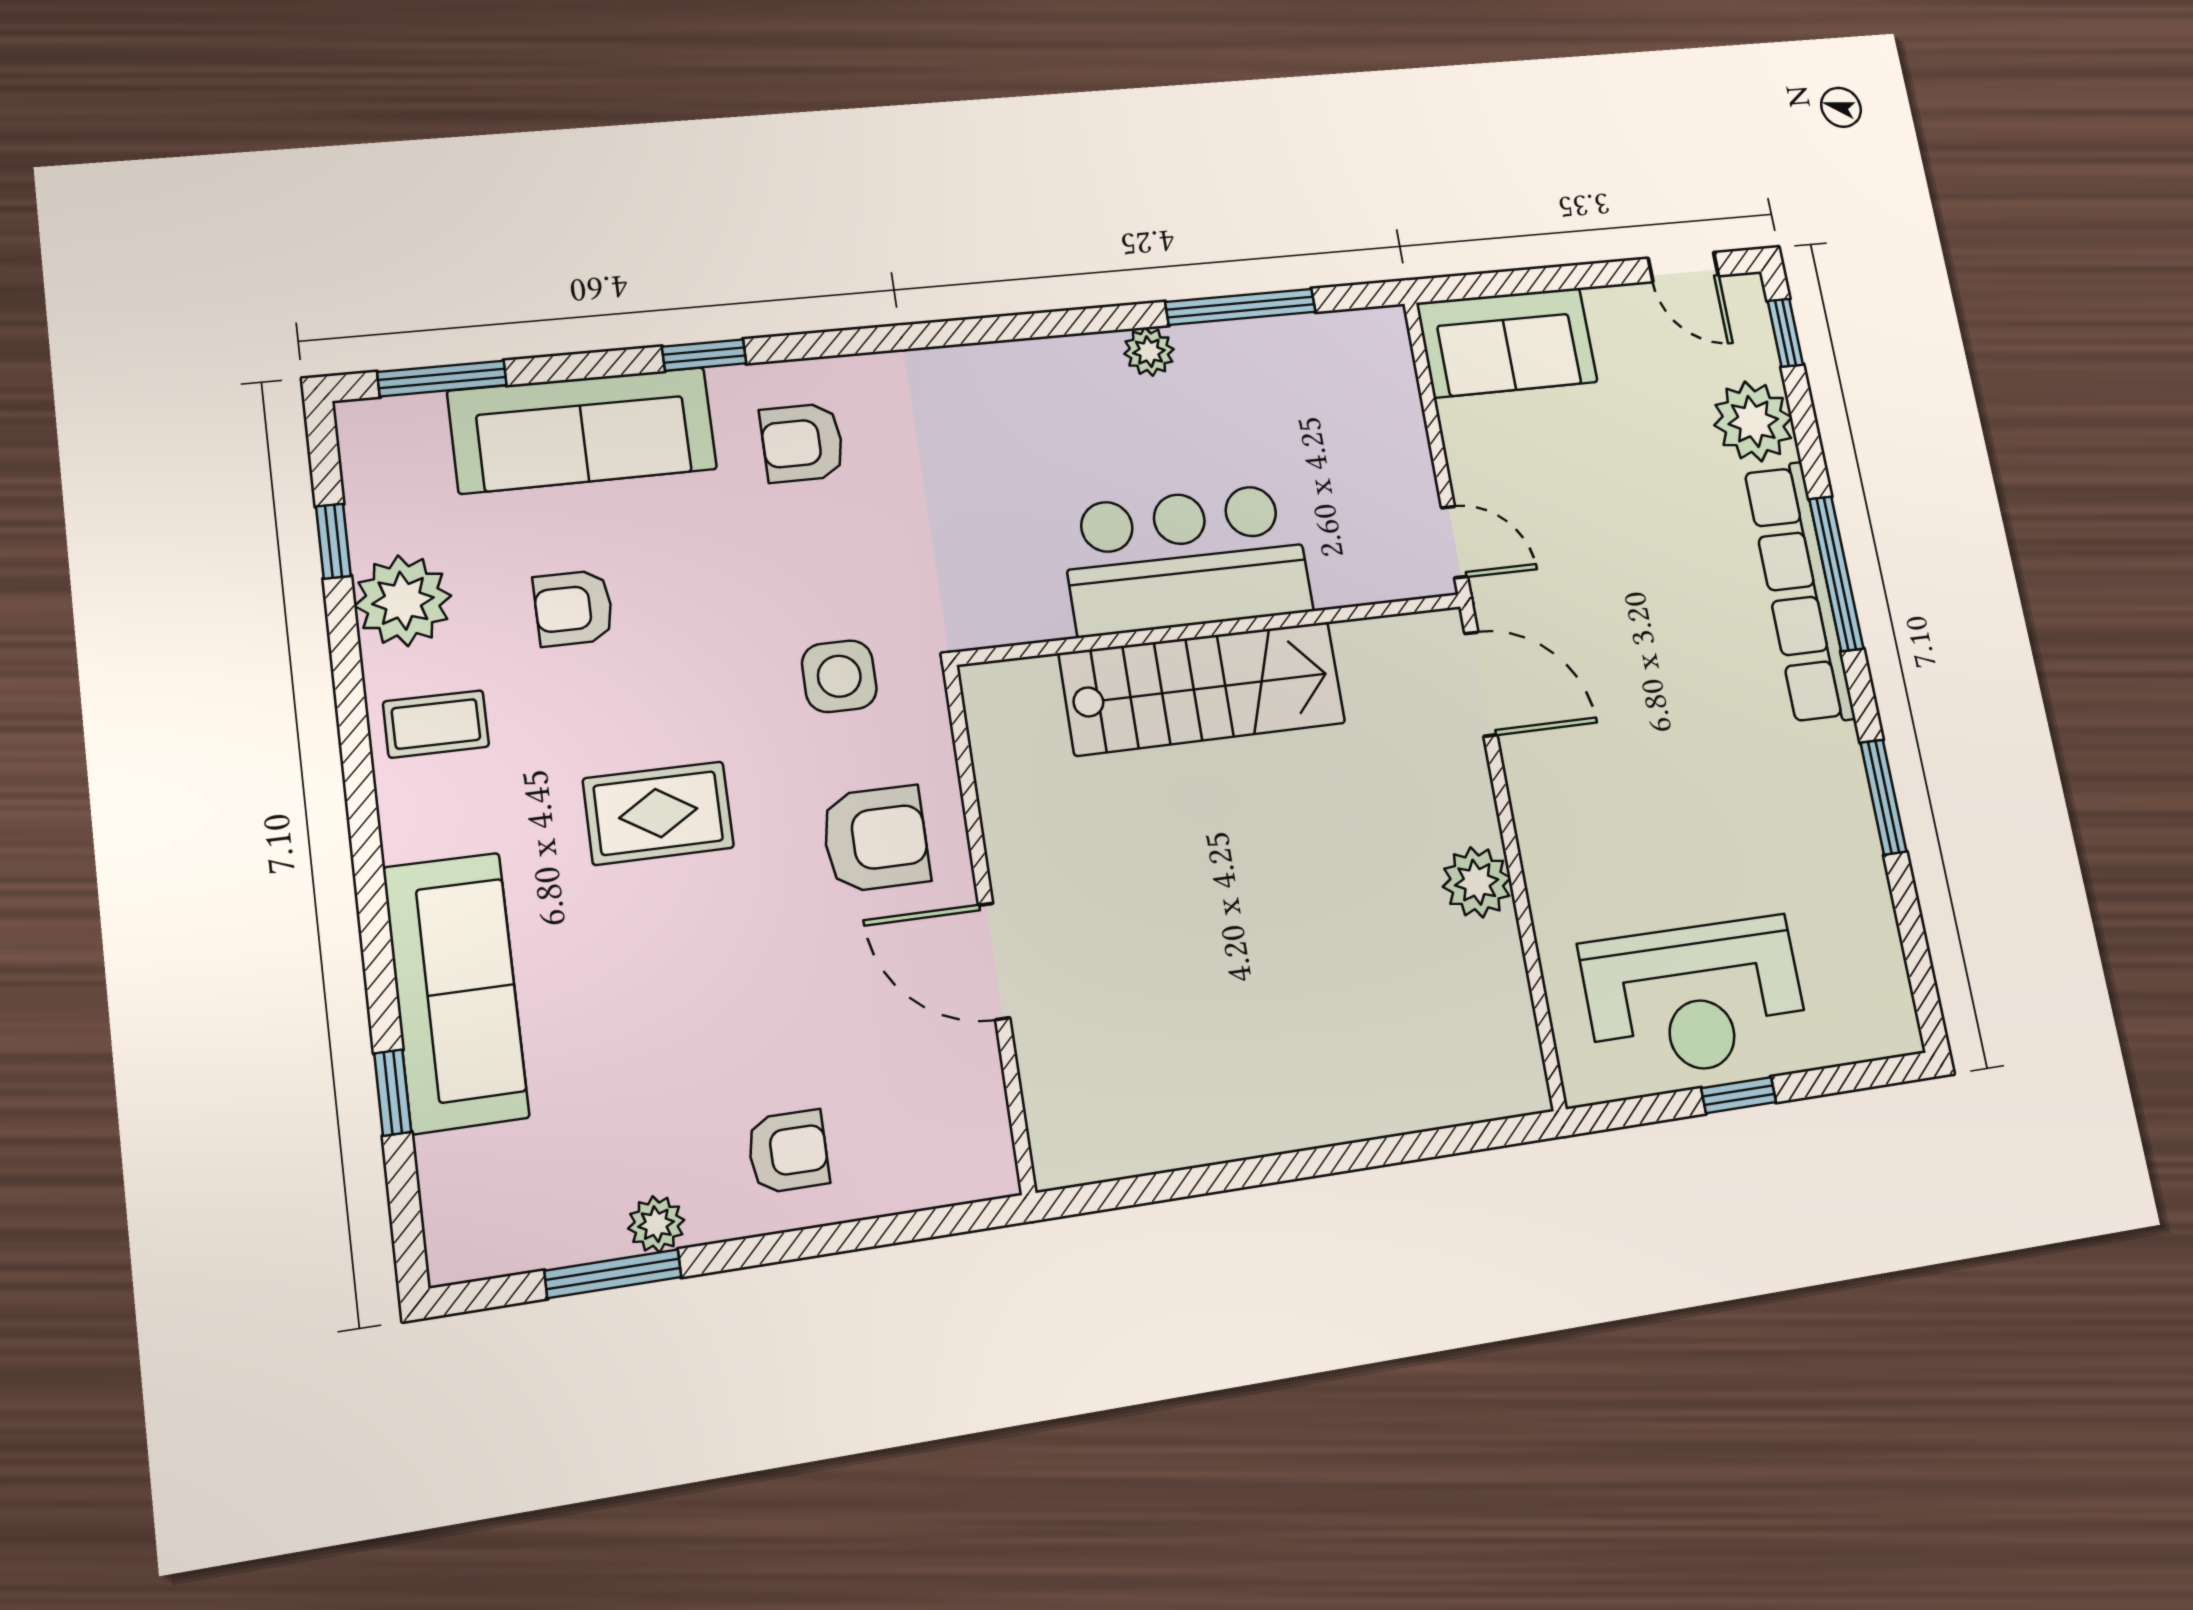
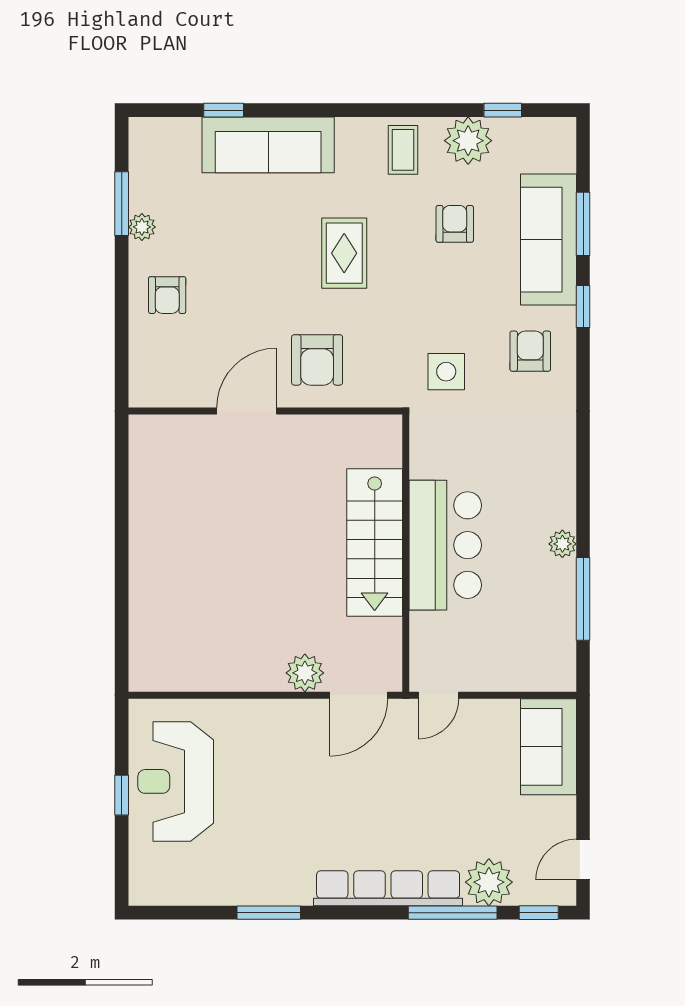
window: (442, 379) -> (583, 224), moved
window: (1836, 574) -> (453, 913), moved
side table: (839, 676) -> (446, 372), moved
plant: (1477, 882) -> (305, 673), moved

